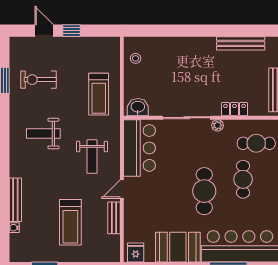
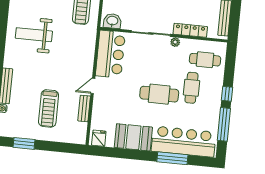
locker: (234, 109) -> (190, 30), width x1.53
weight bench: (43, 134) -> (34, 35), width x1.36, depth x1.33
weight bench: (92, 157) -> (71, 57), removed
cafe table: (204, 191) -> (159, 94), turned 90

